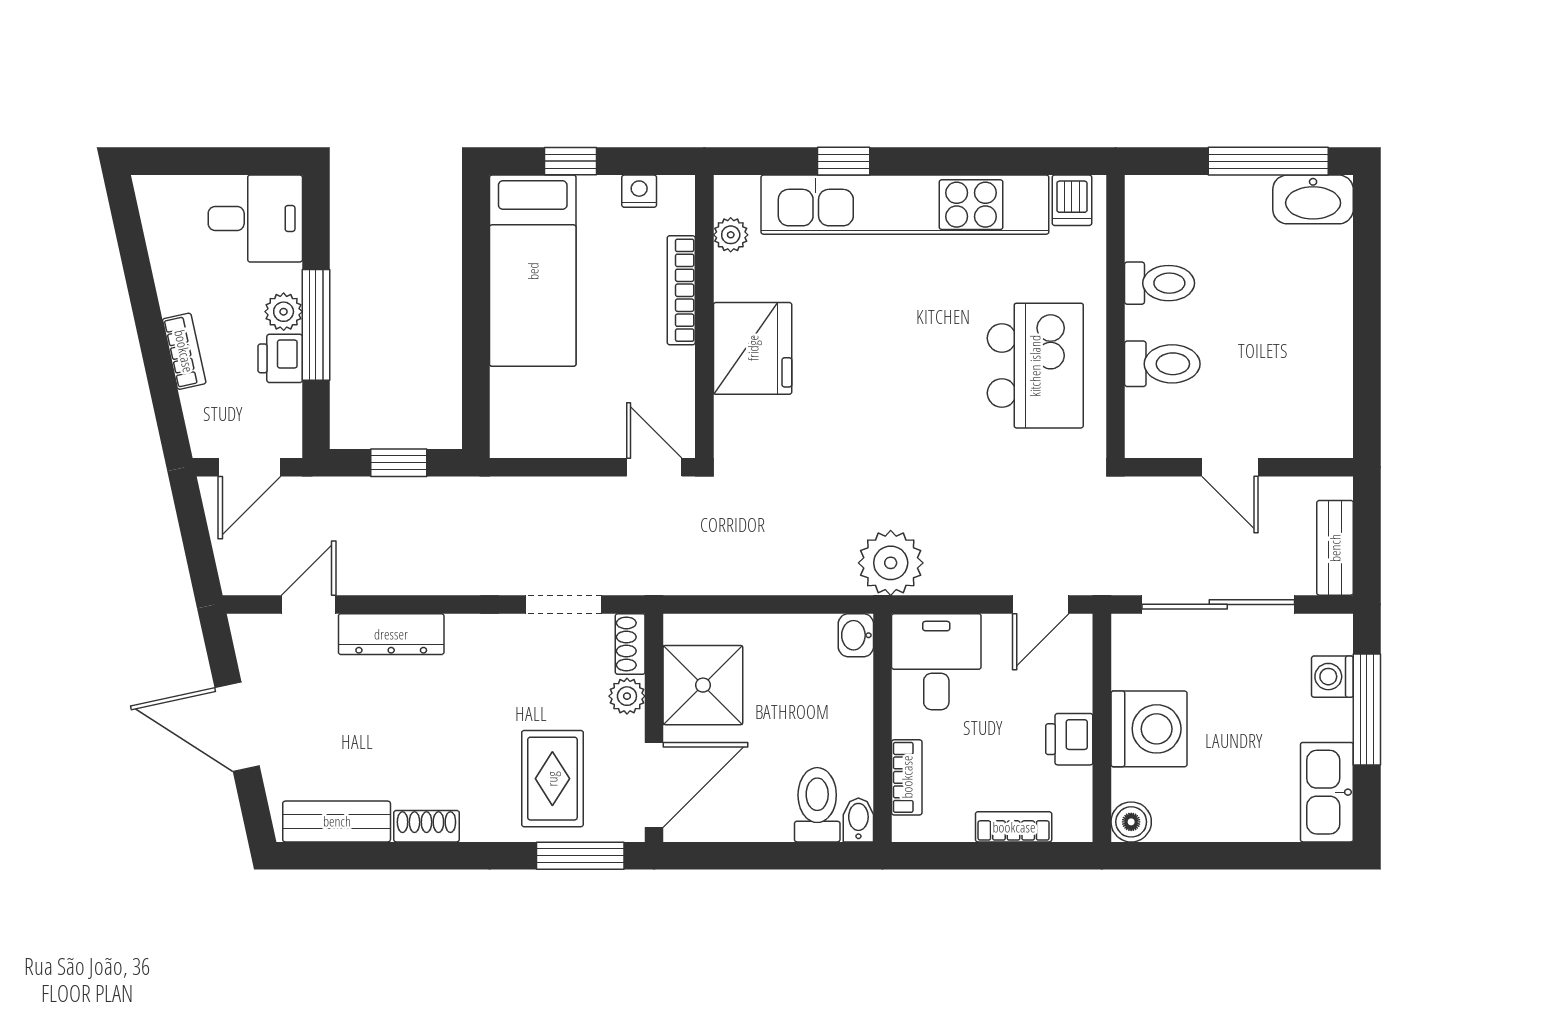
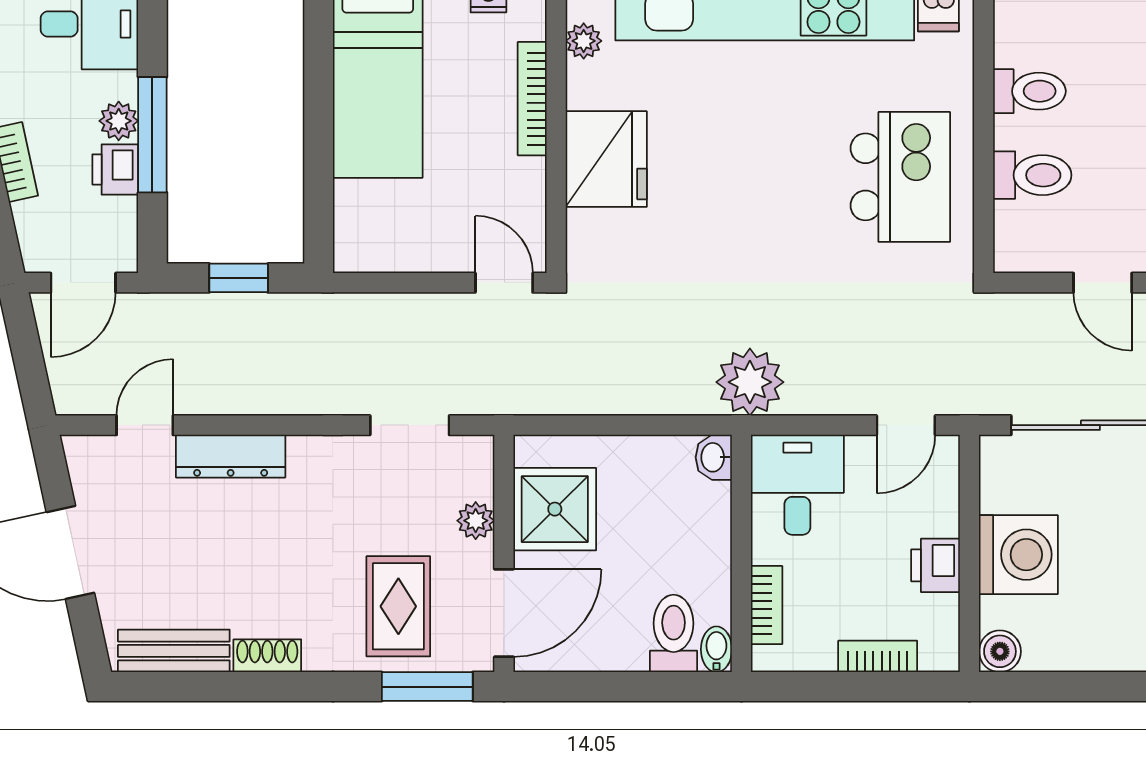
shoe rack: (630, 644) -> (479, 466), removed

